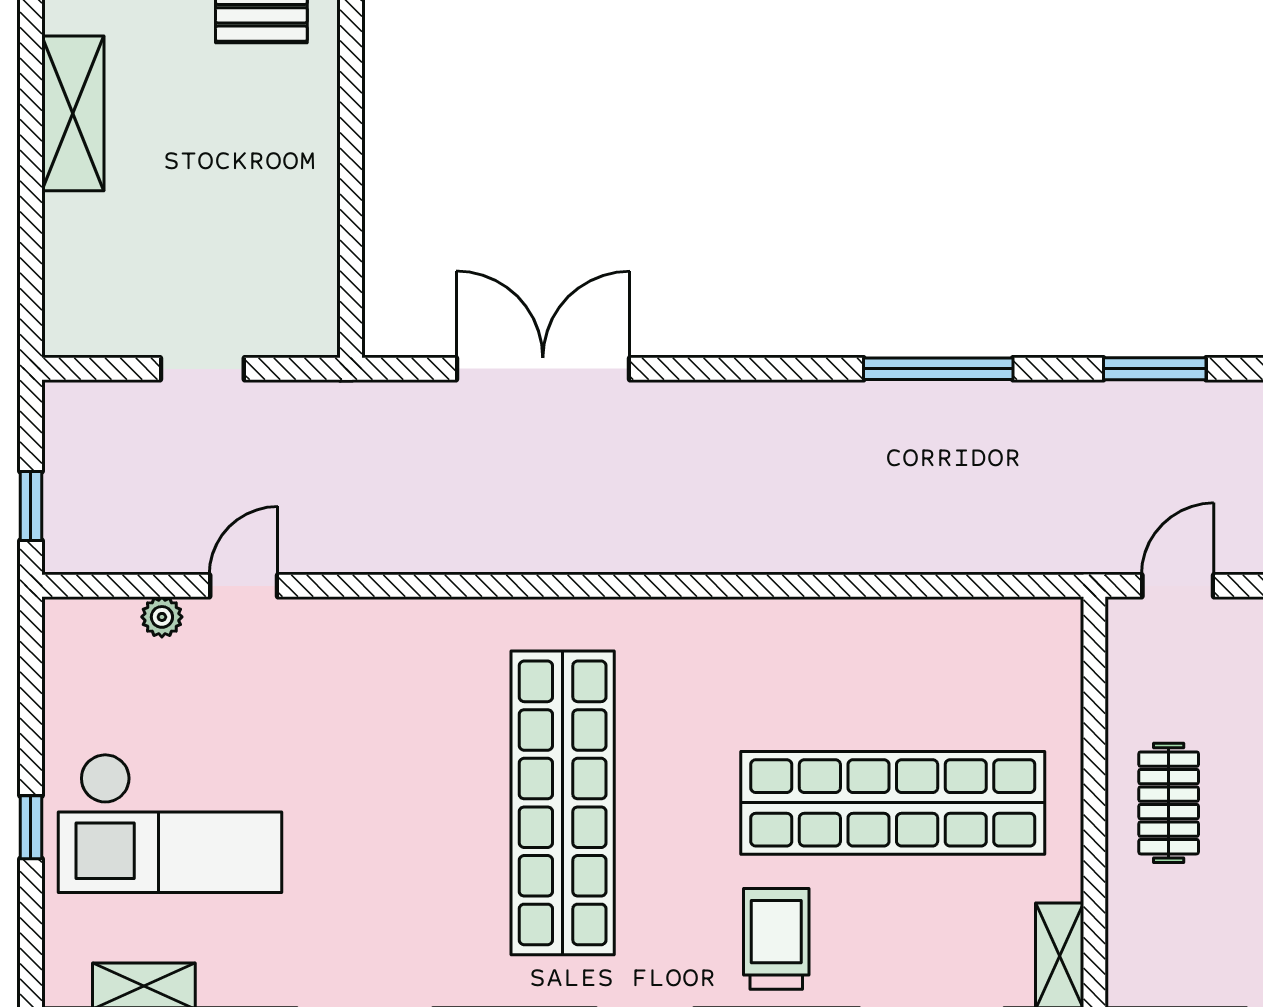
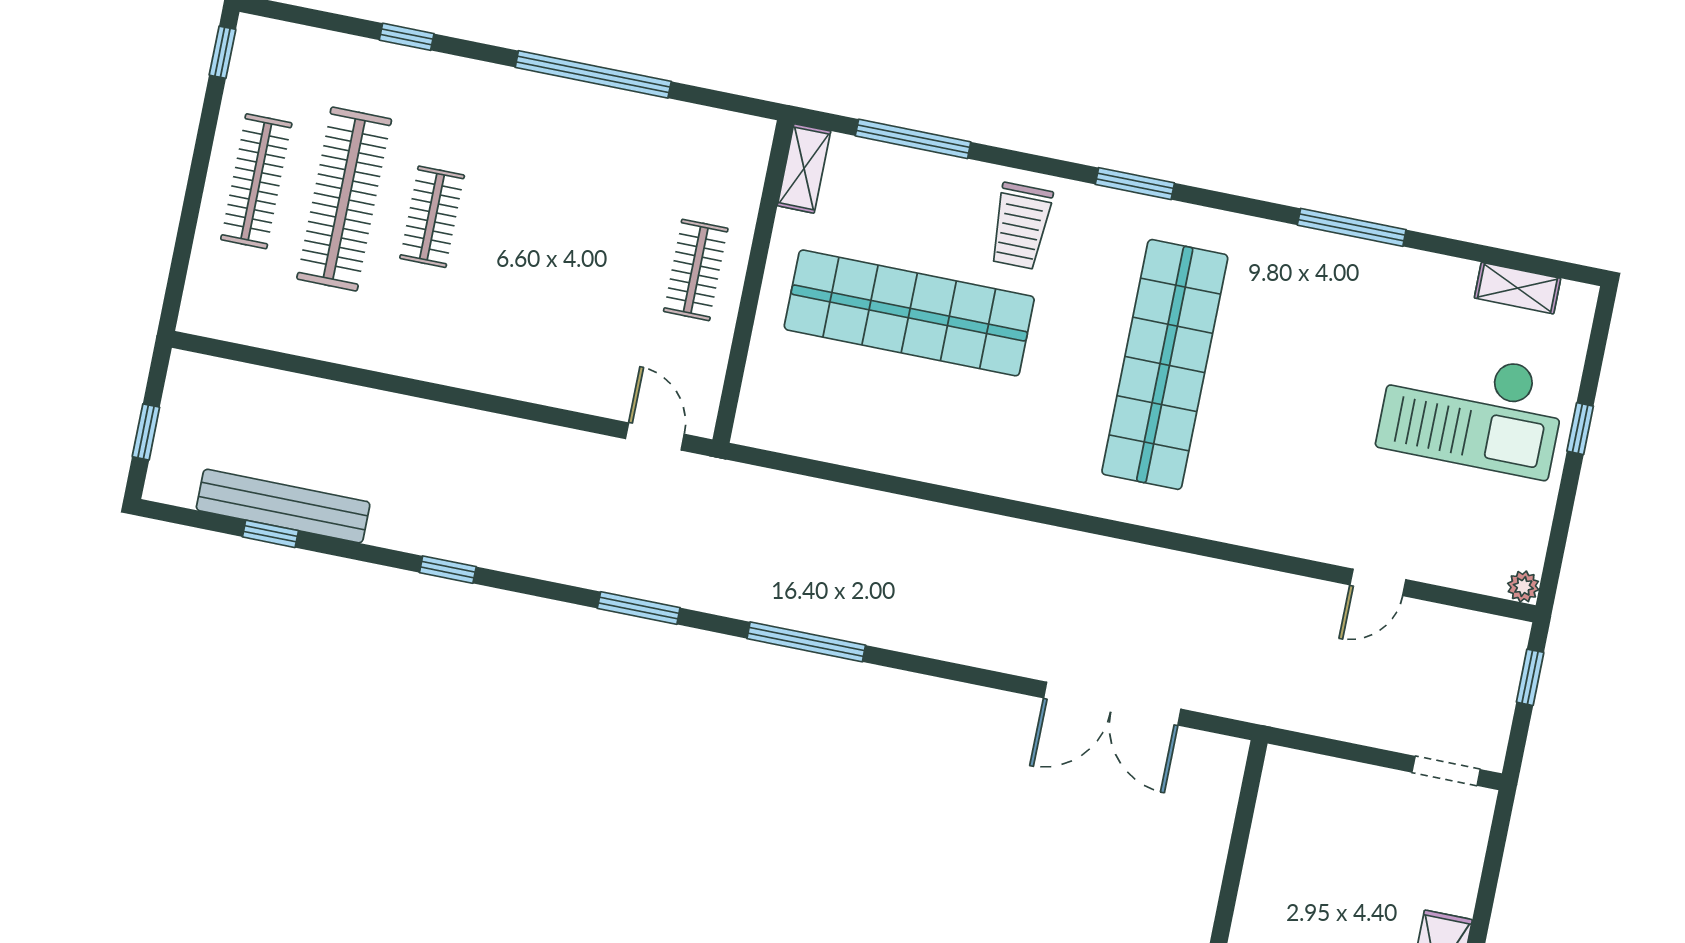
doorway: (202, 369) -> (1446, 771), moved
door: (1178, 586) -> (655, 436), swing flipped
plant: (162, 617) -> (1523, 587), moved
checkout: (170, 823) -> (1472, 410), turned 180

